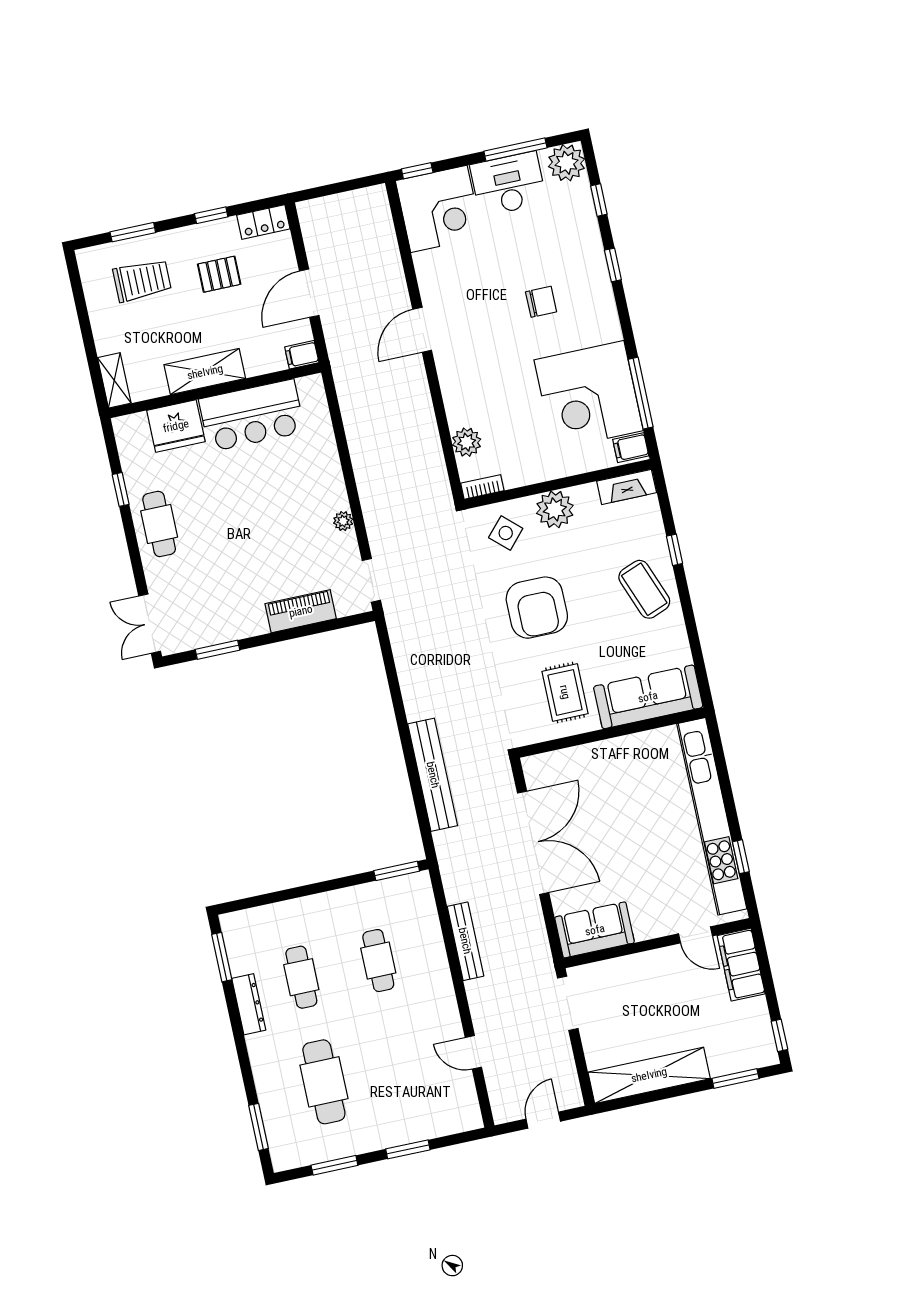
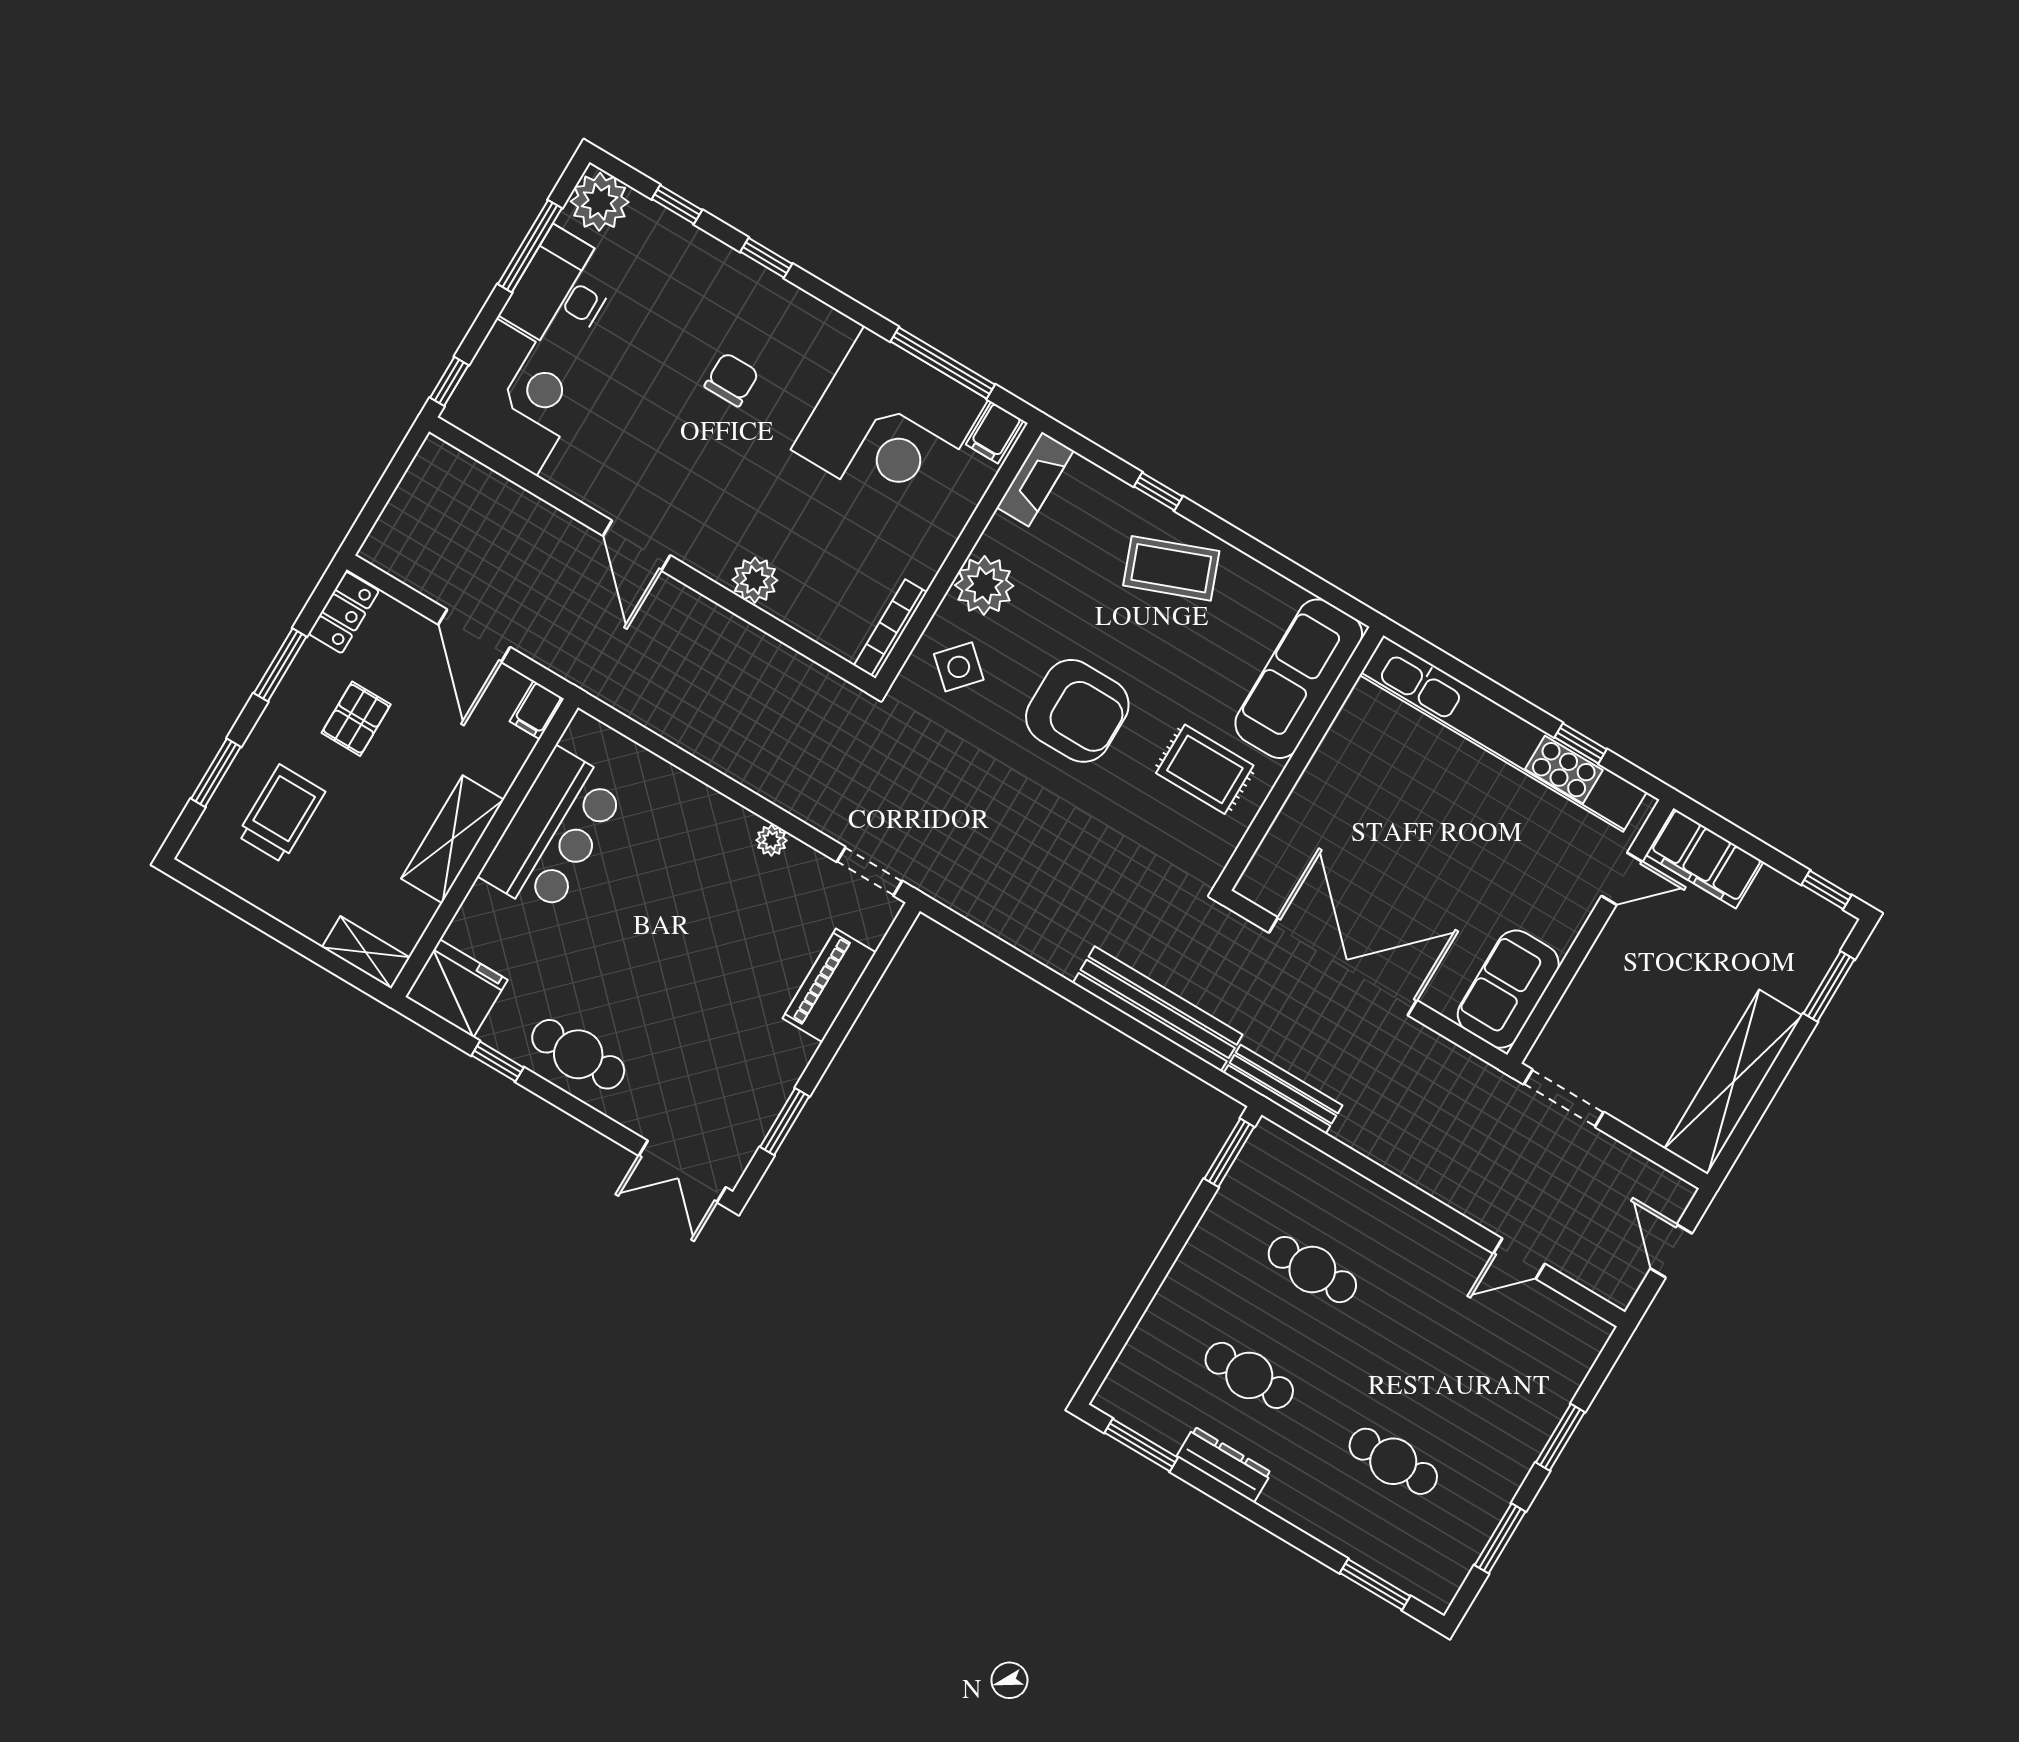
window: (211, 215) -> (280, 665), width x1.50
fridge: (176, 426) -> (456, 988), moved, turned -90
plant: (467, 442) -> (755, 580), moved
bookcase: (482, 487) -> (890, 629), width x1.56
bench: (465, 941) -> (1283, 1089), moved
cafe table: (324, 1082) -> (1393, 1461), width x0.73, depth x0.74

